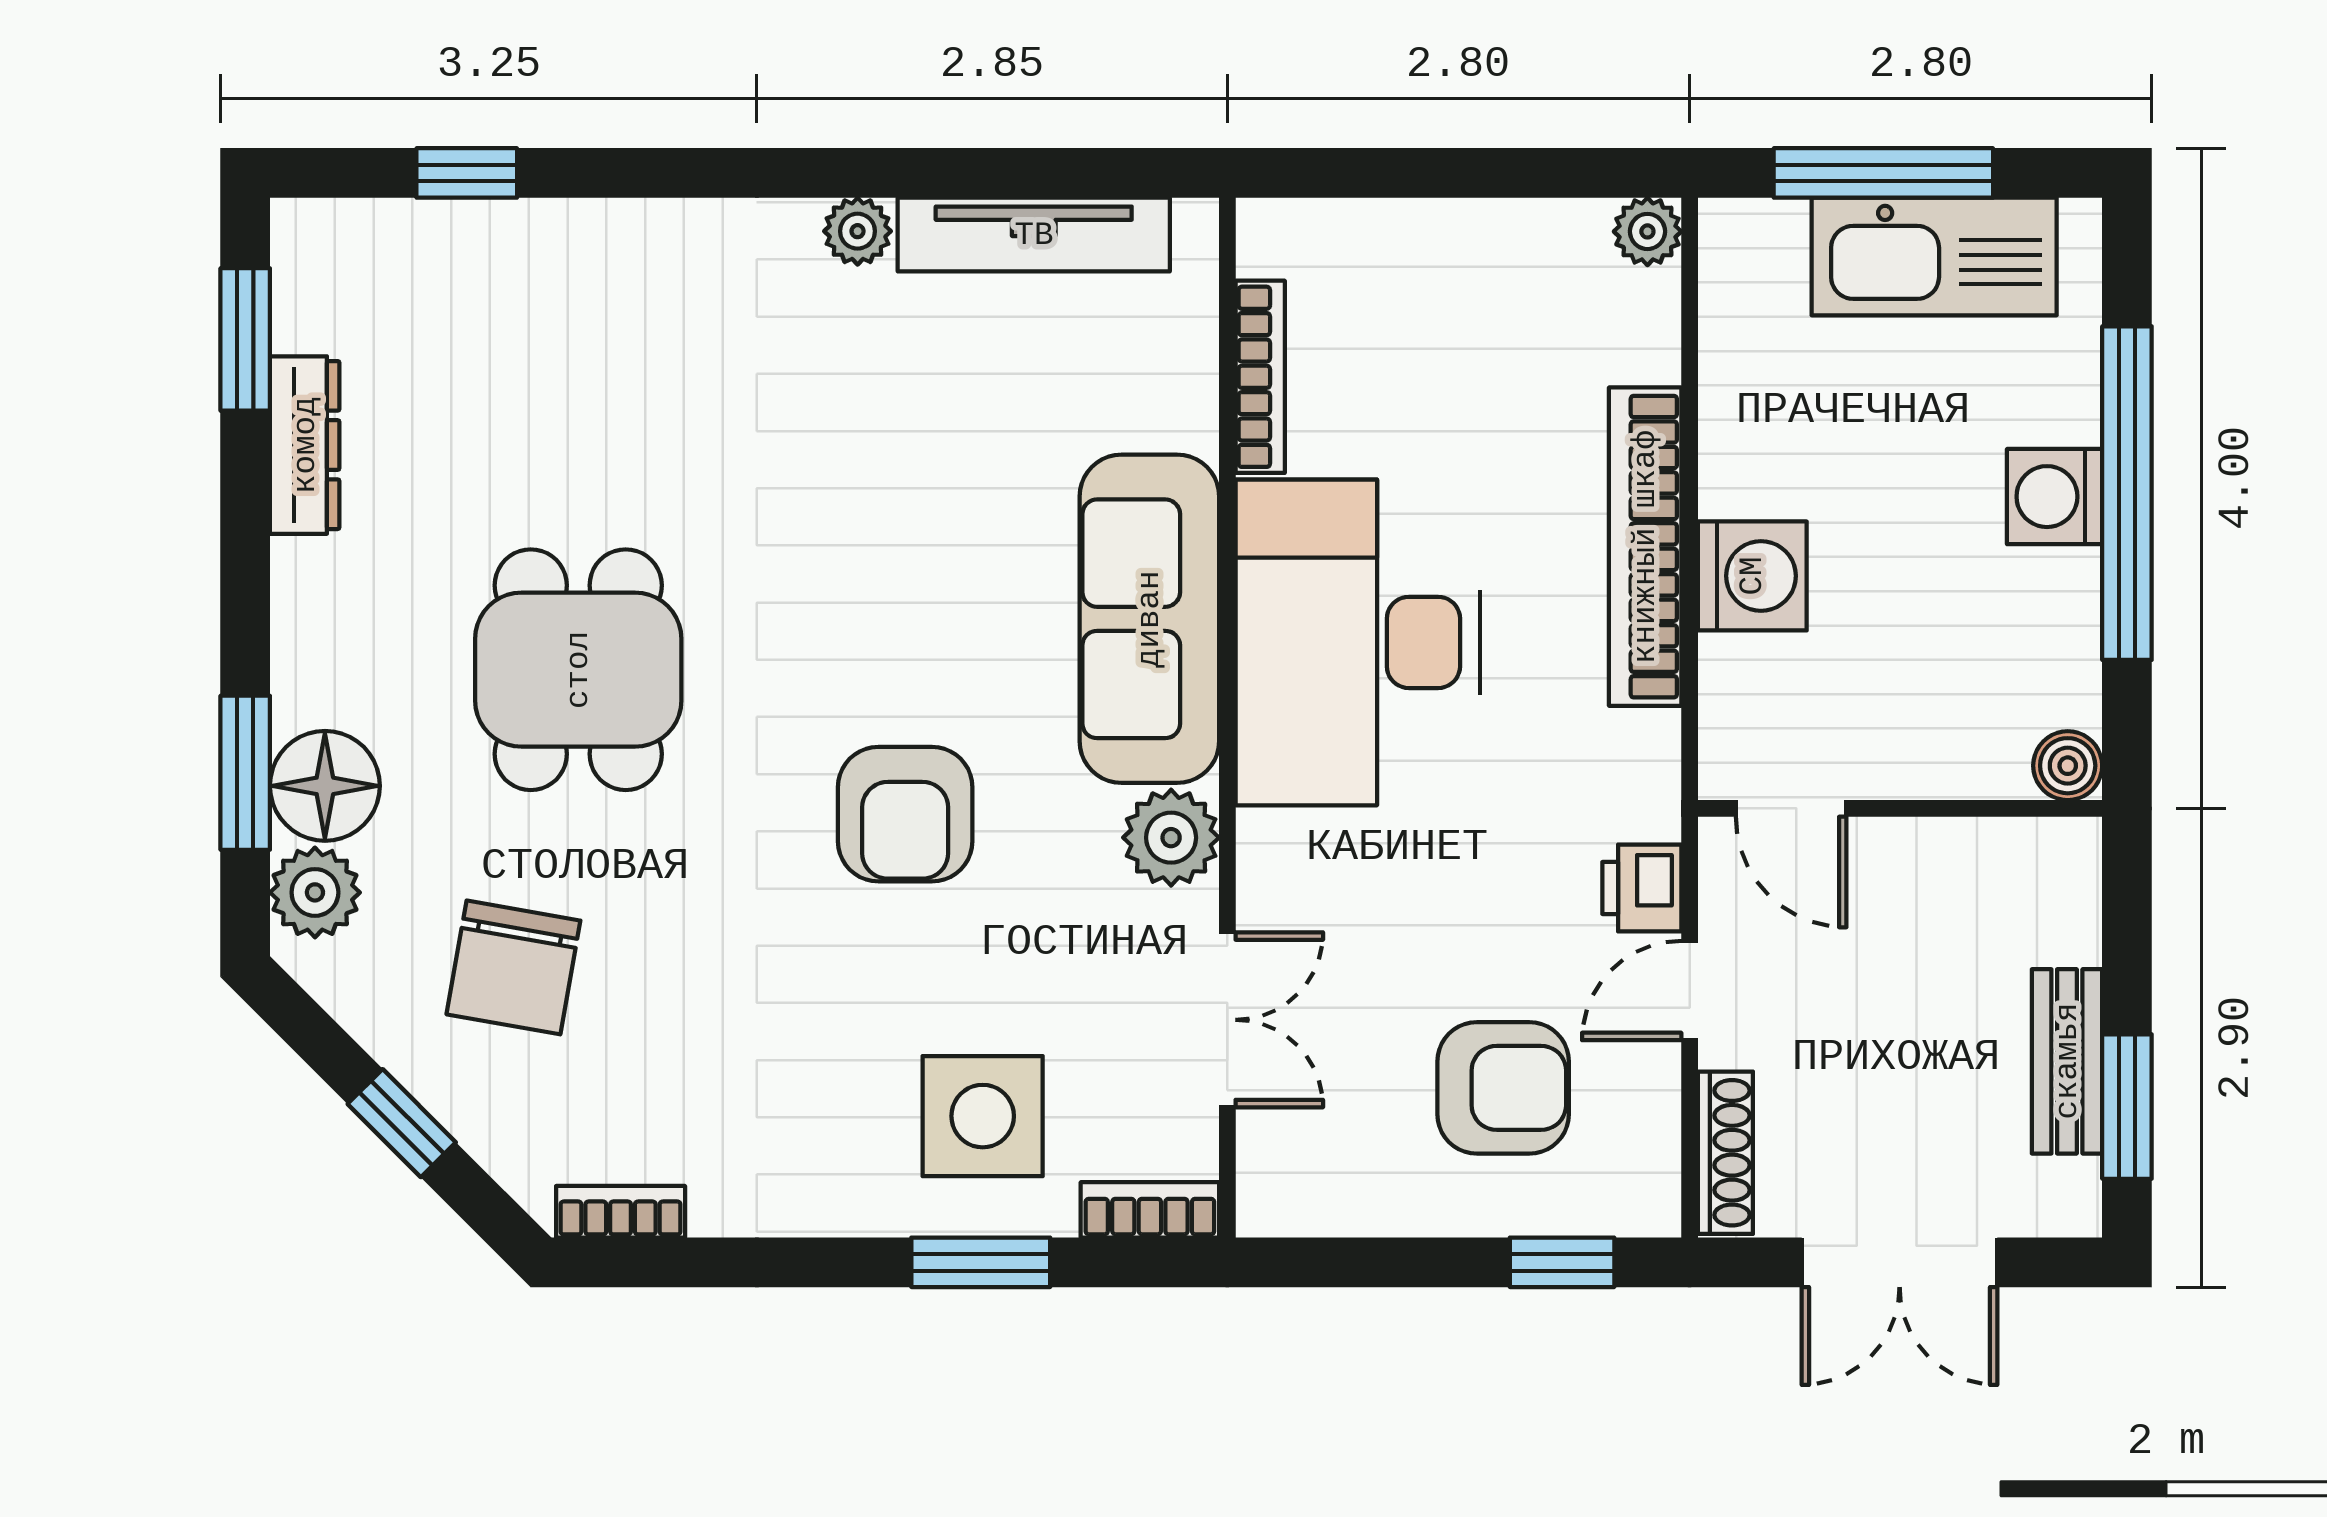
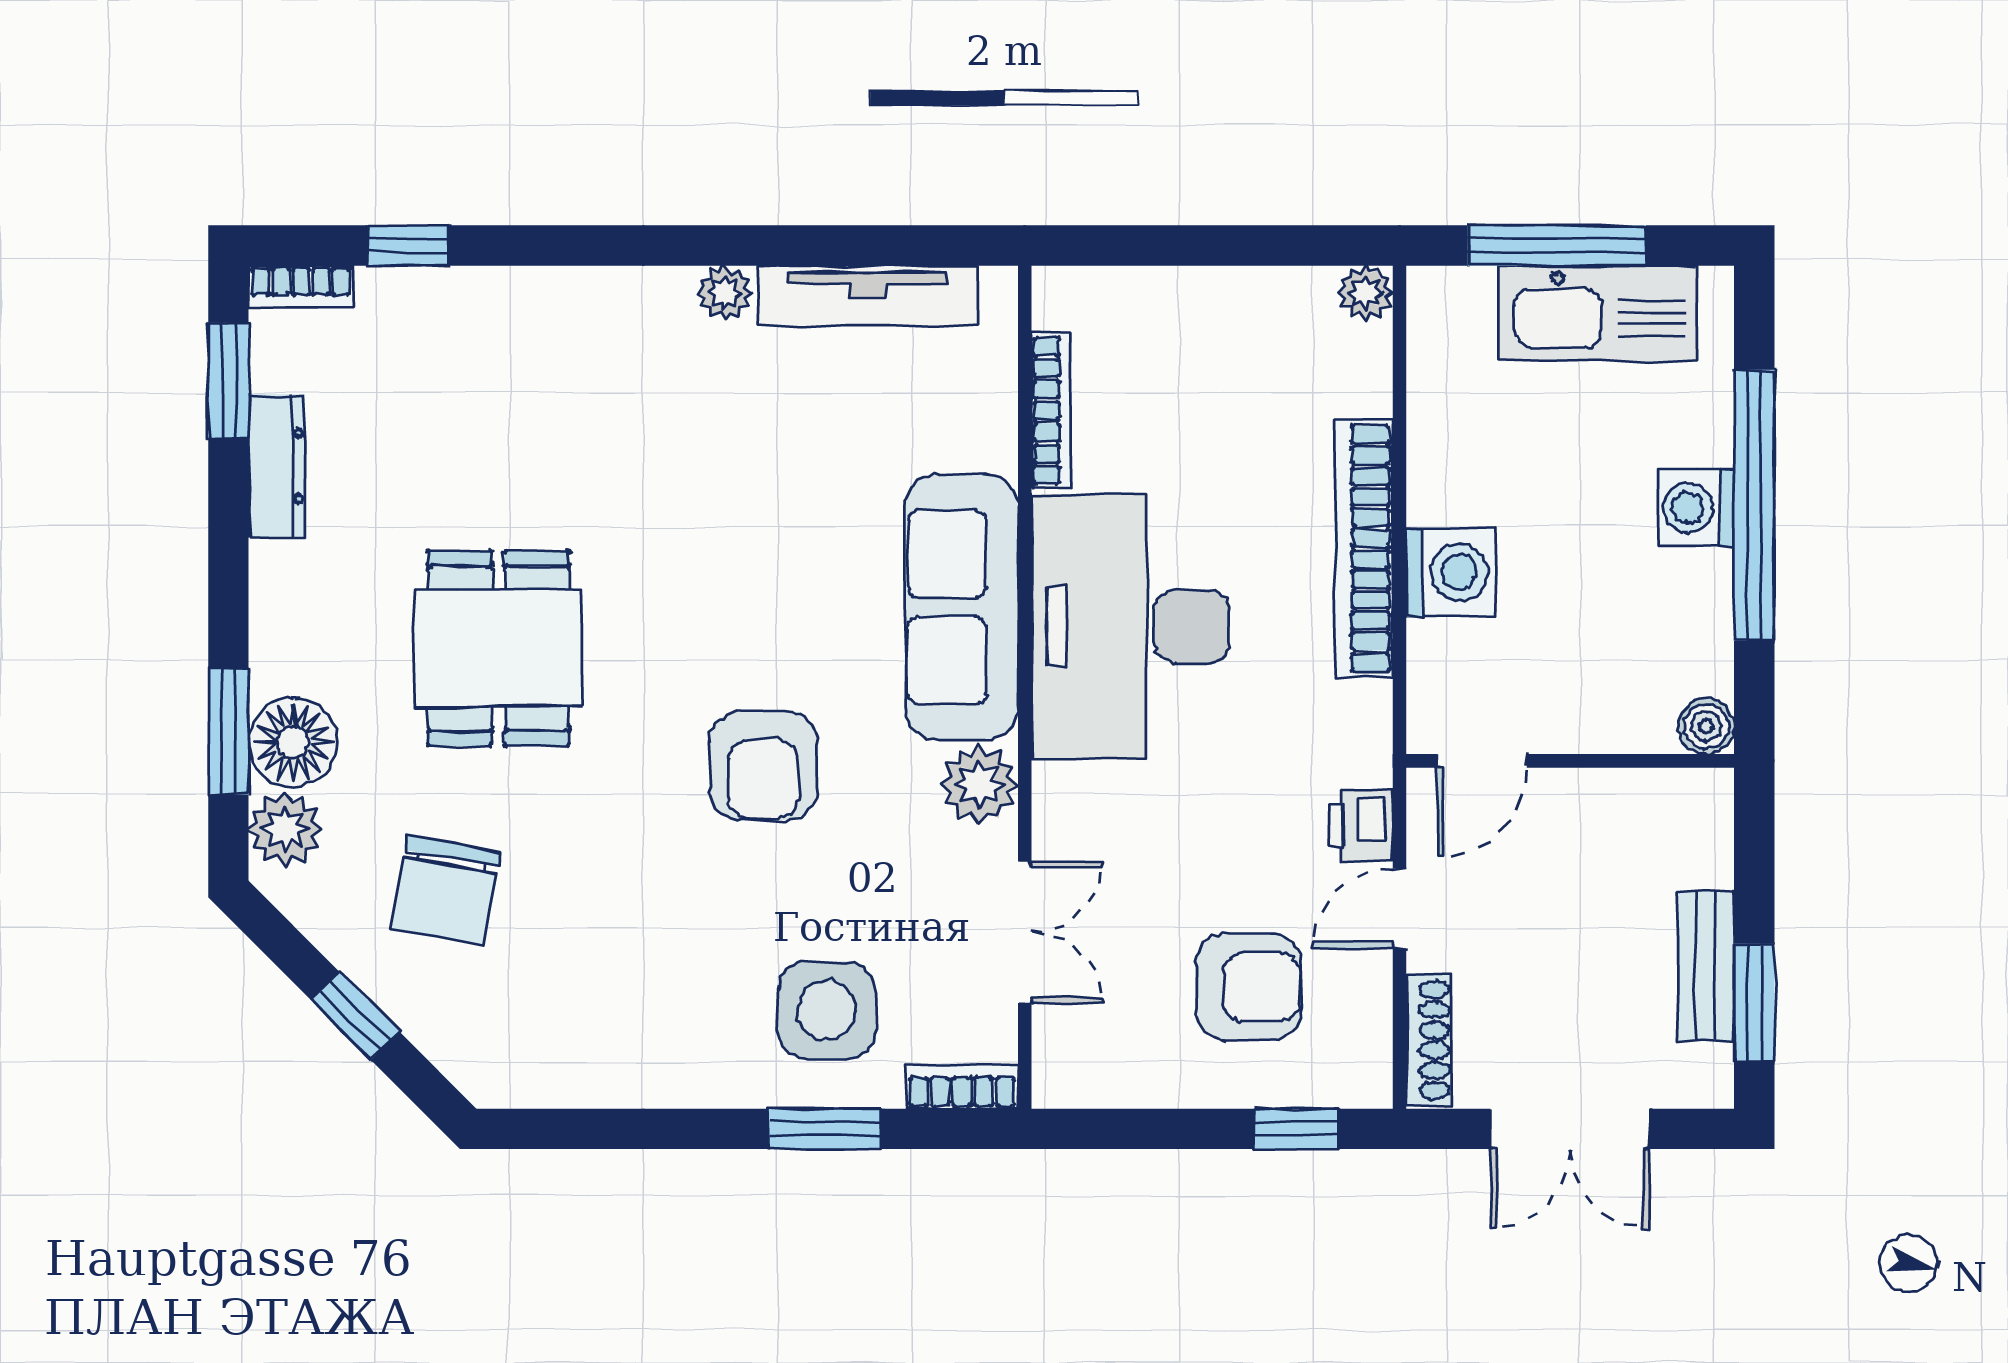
door: (1791, 808) -> (1482, 761), hinge flipped
bookcase: (621, 1212) -> (301, 287), moved, turned 180

